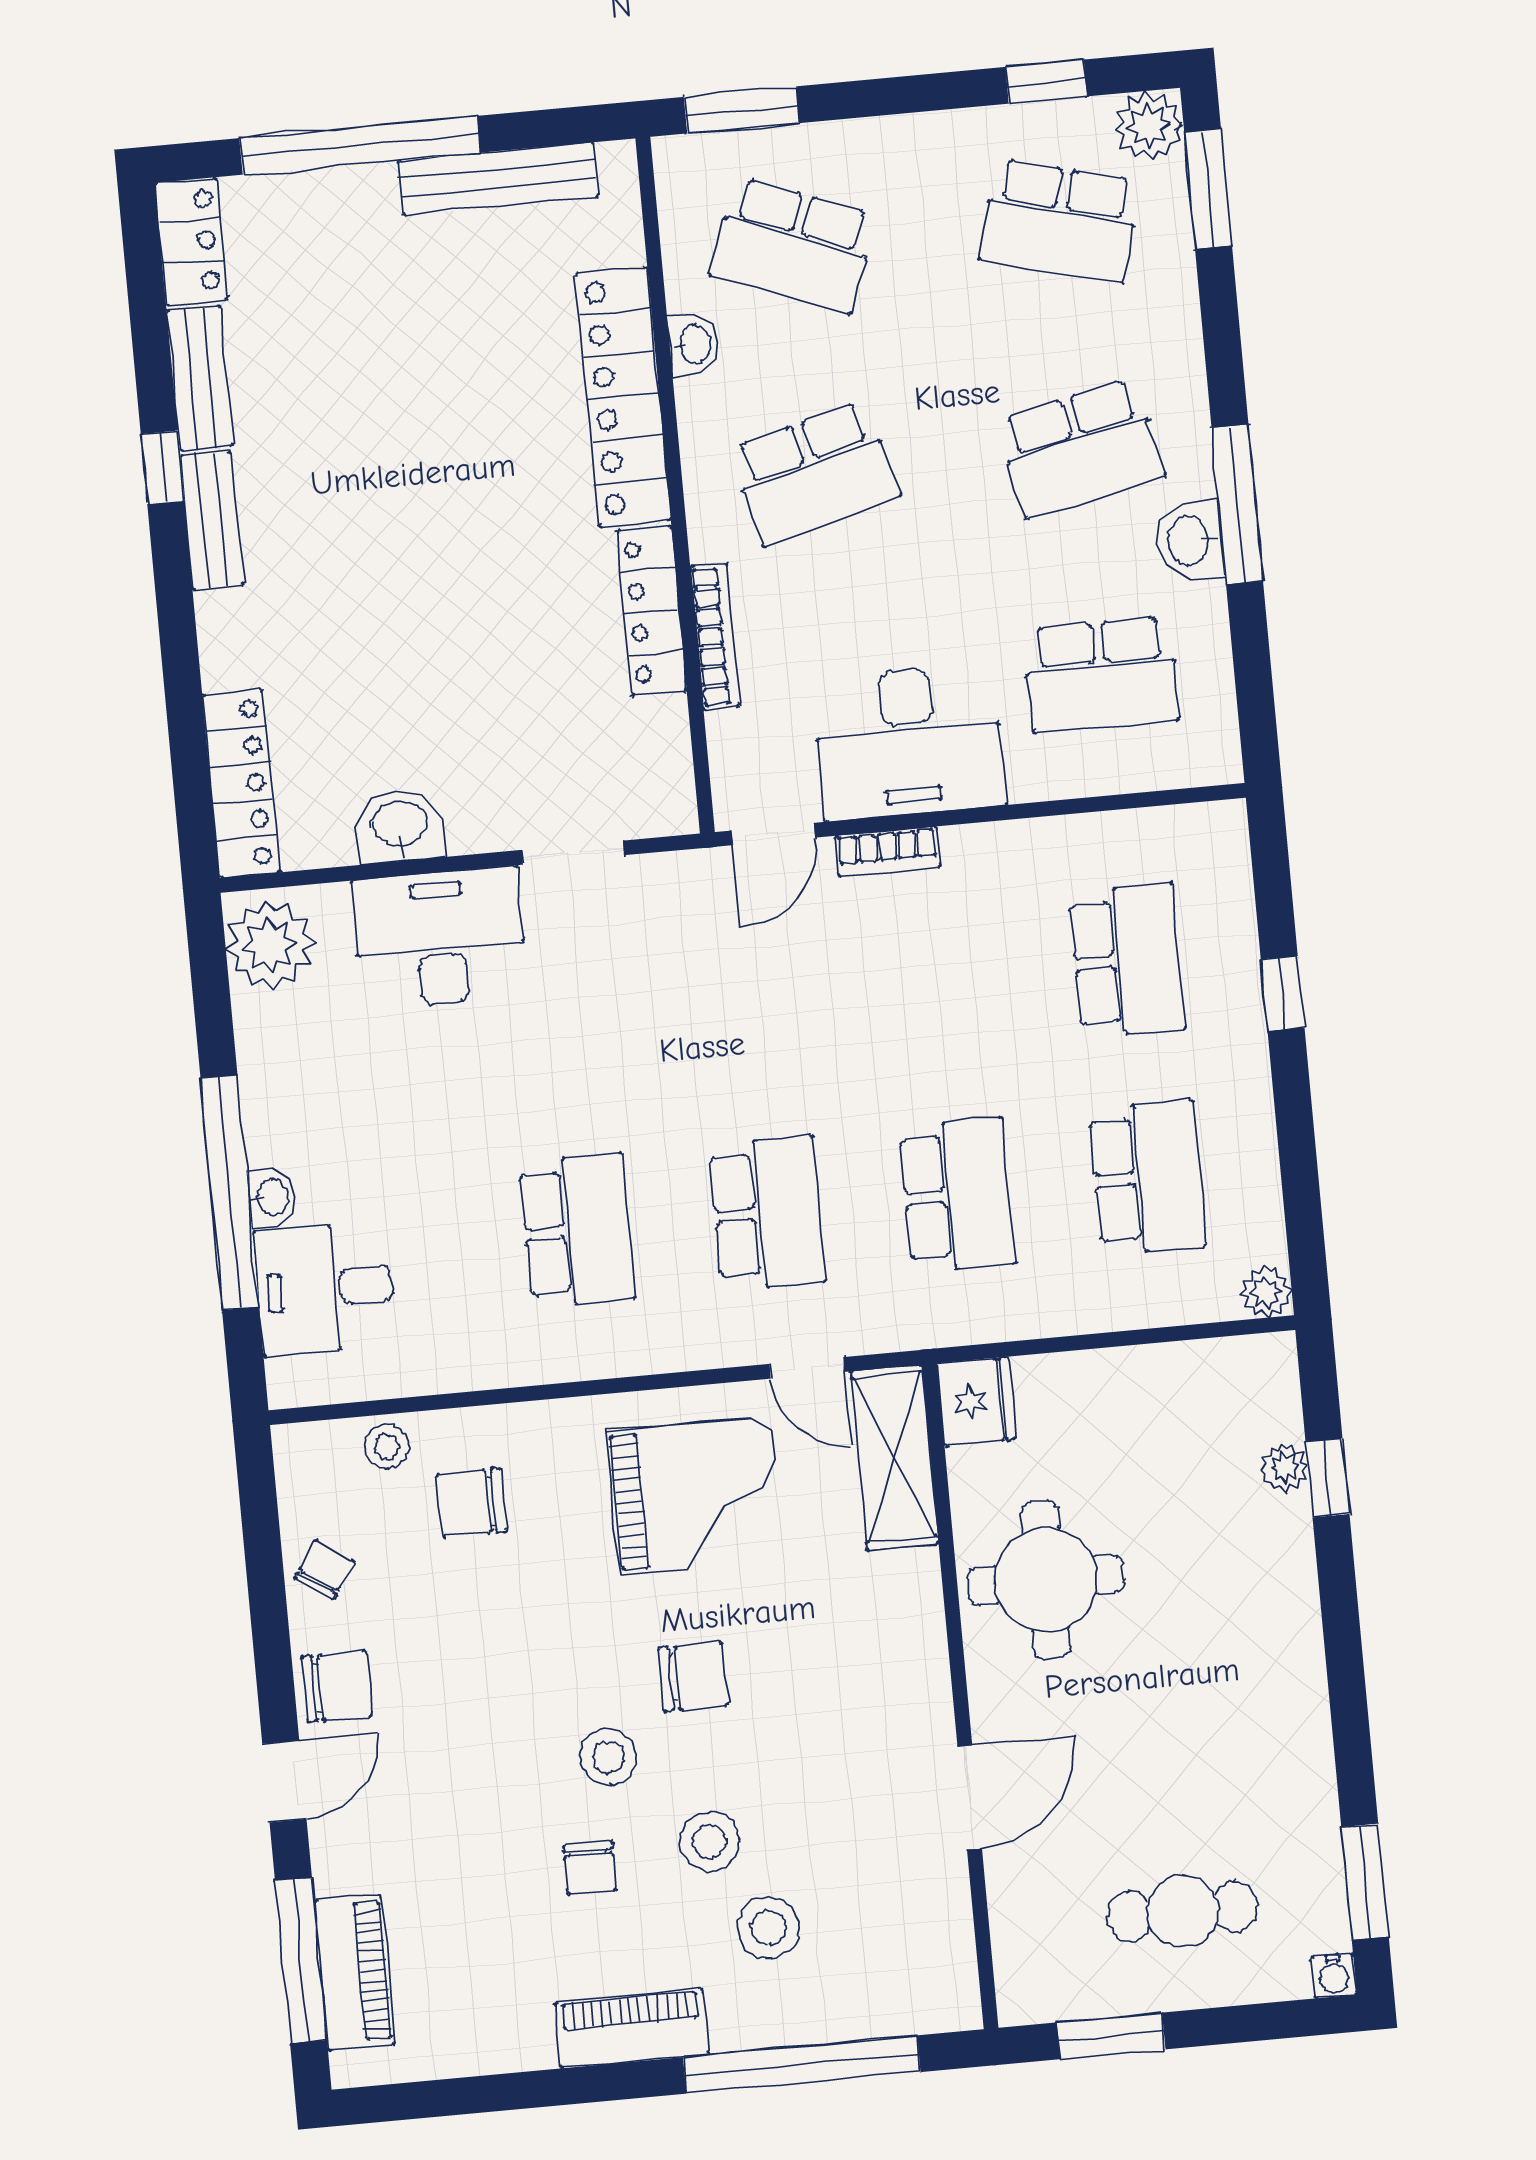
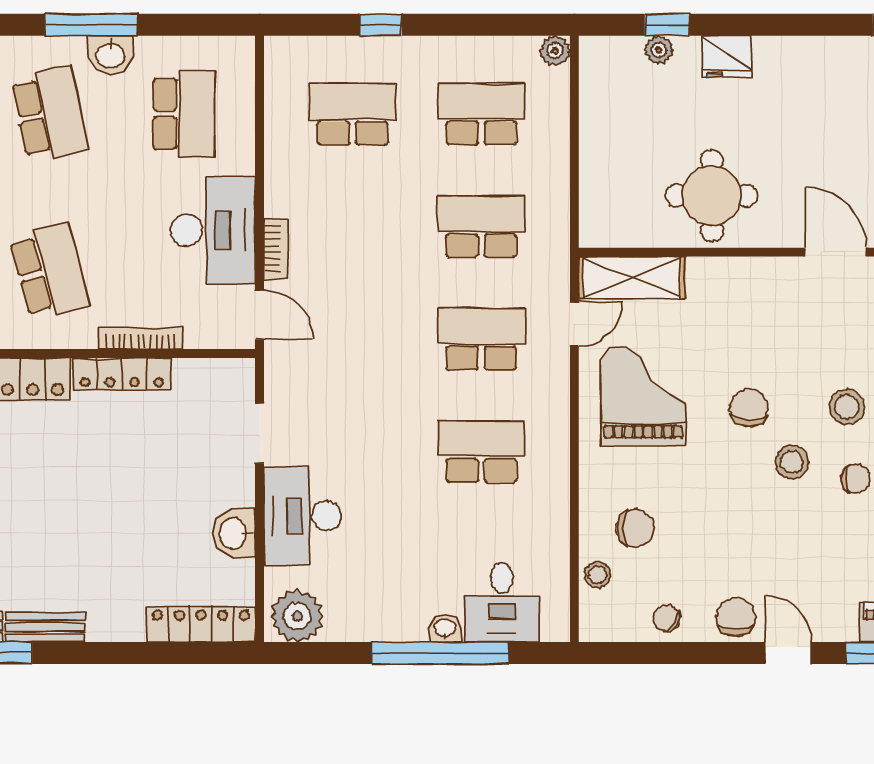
fridge: (976, 1401) -> (727, 57), moved, turned 180
chair: (472, 1503) -> (635, 528), turned -90

